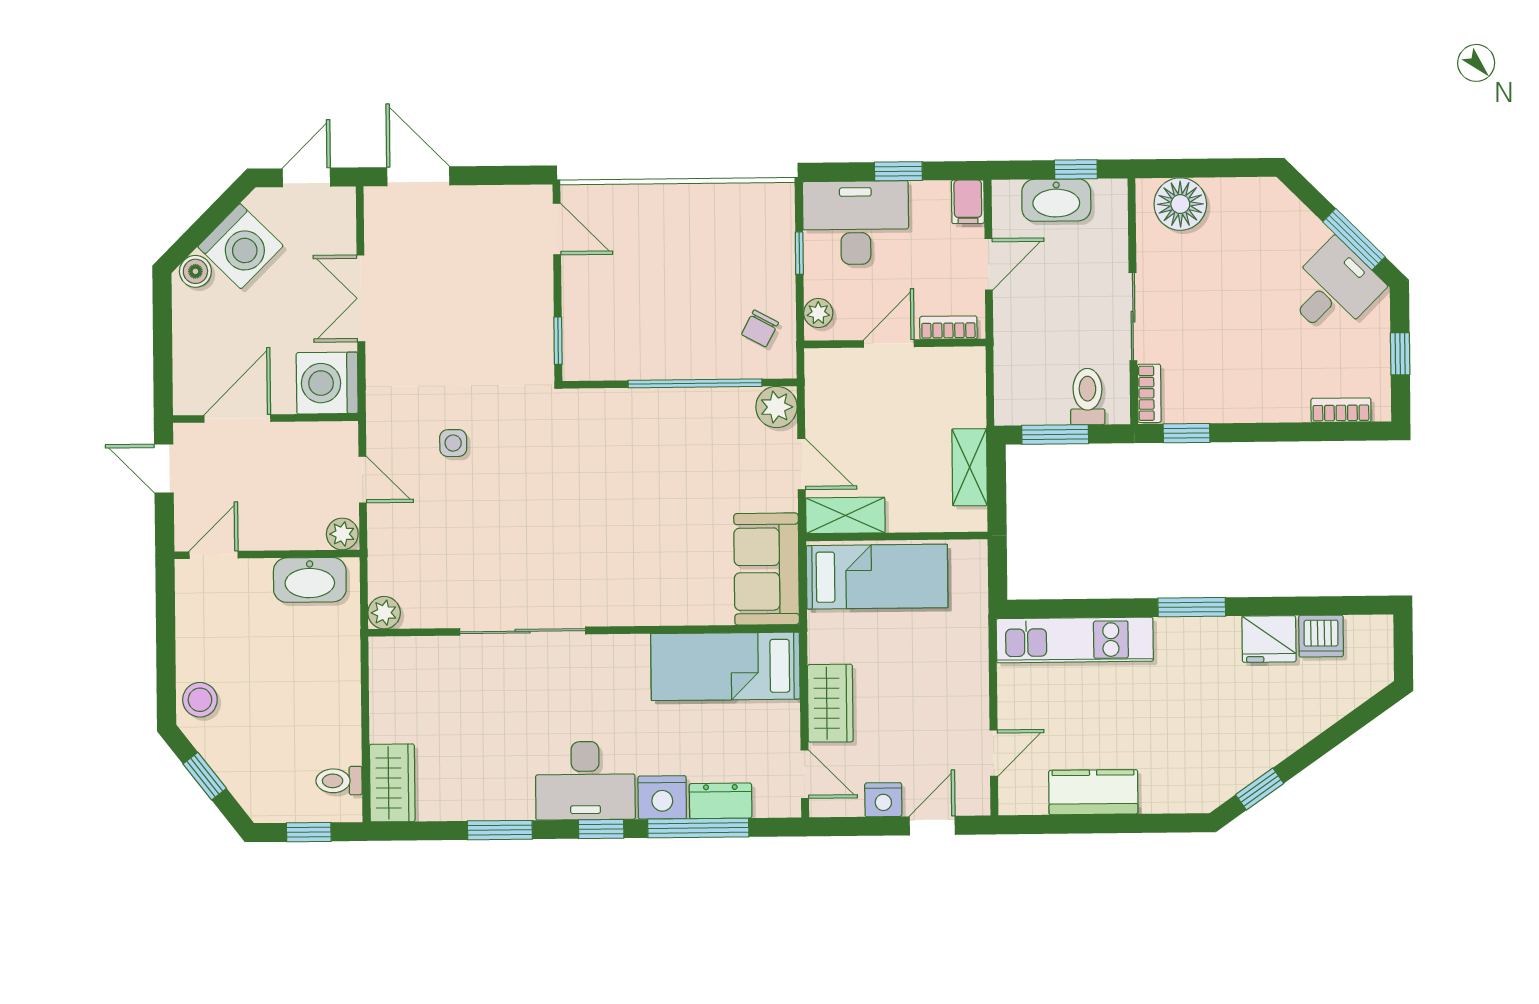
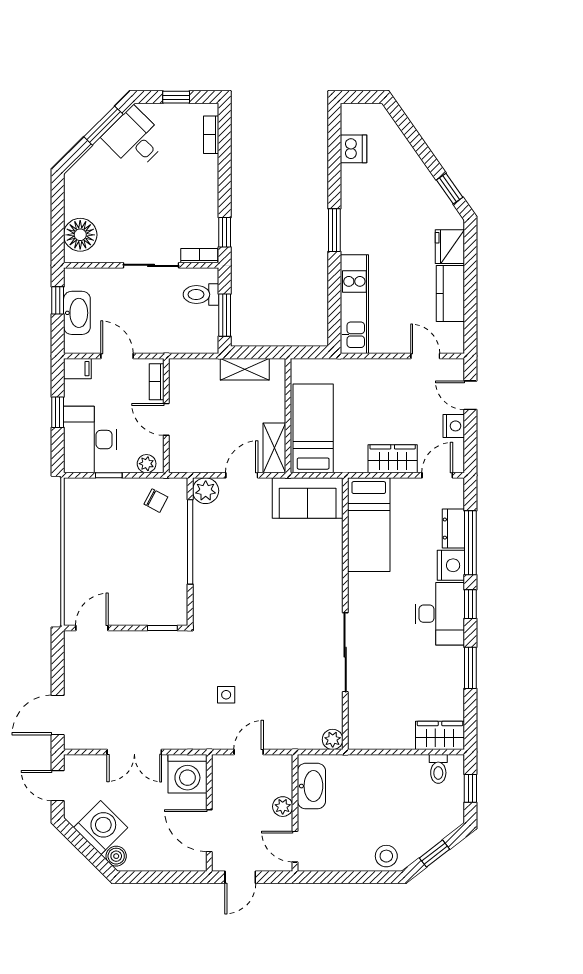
plant: (342, 534) -> (283, 807), moved
fridge: (1269, 639) -> (450, 247), moved, turned 180

